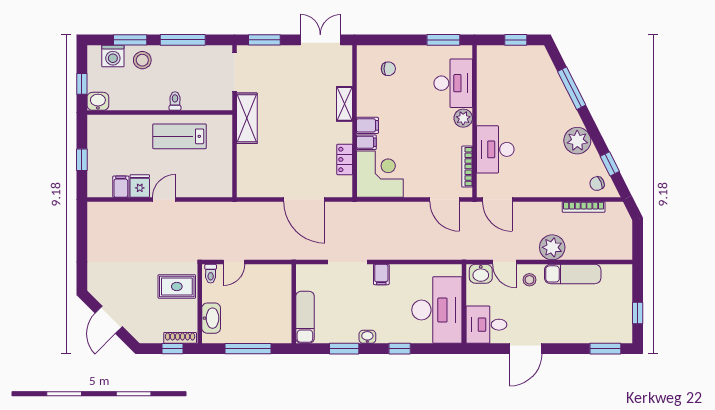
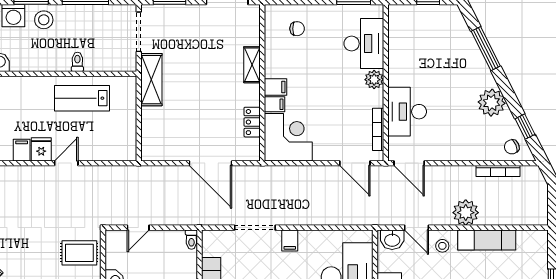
toilet: (211, 274) -> (191, 240), moved

